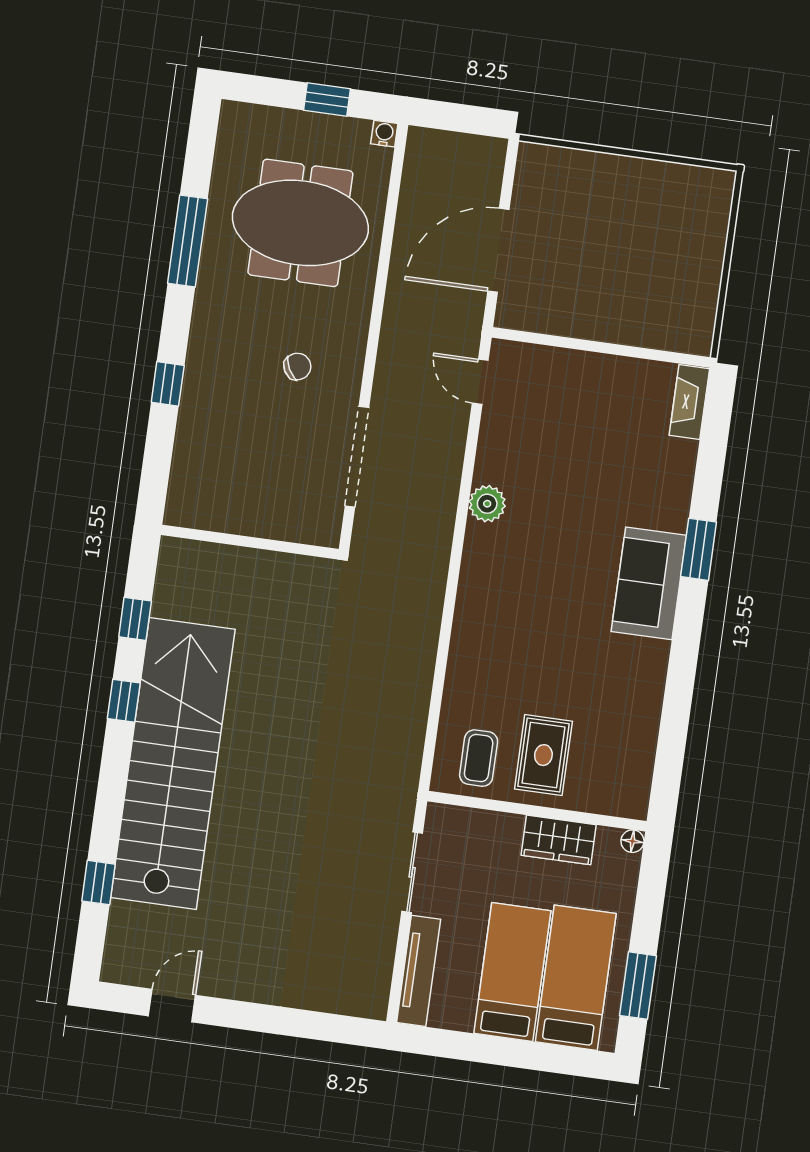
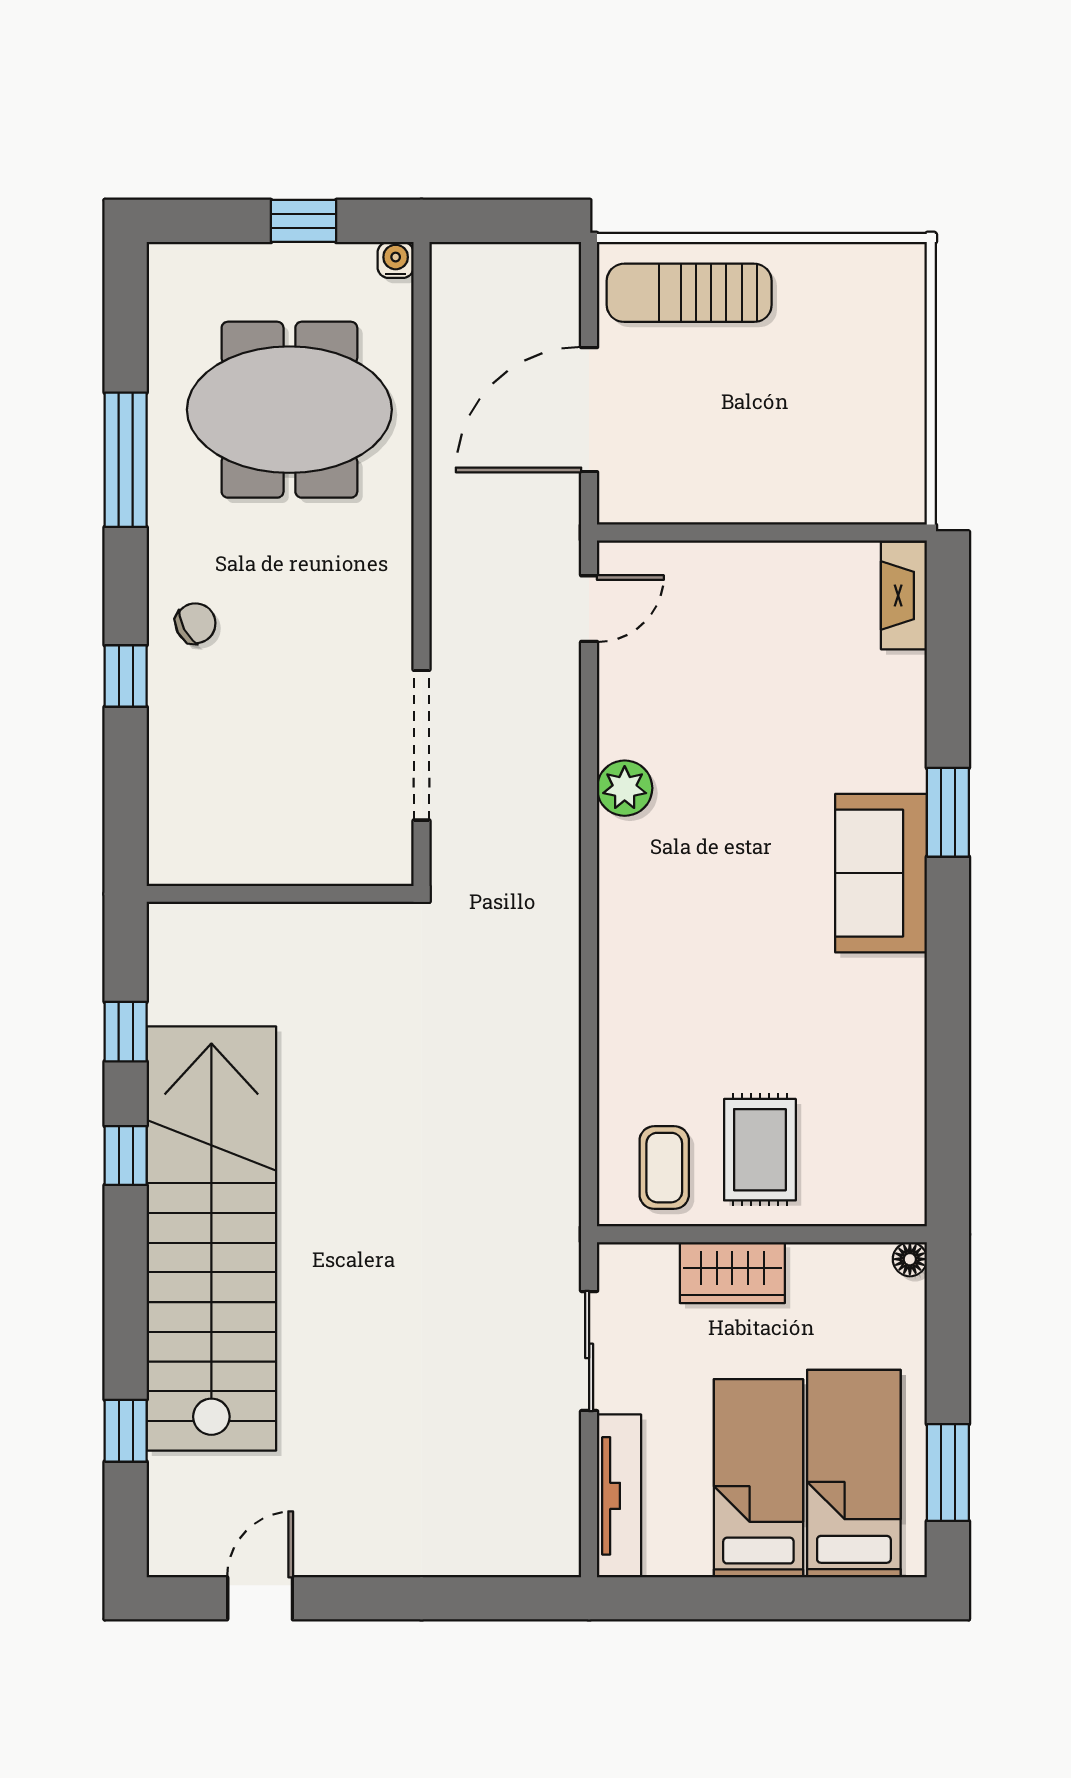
sun lounger: (575, 182) -> (689, 293), added
chair: (297, 366) -> (195, 623), moved
door: (480, 382) -> (589, 609), swing flipped
wardrobe: (559, 840) -> (732, 1273), moved

